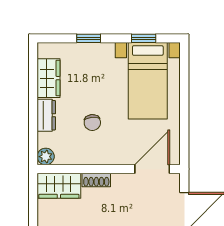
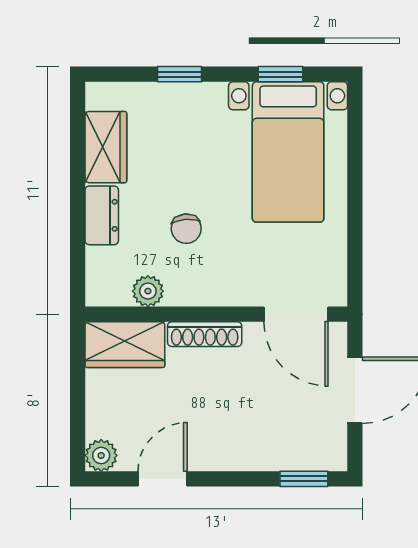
plant: (46, 157) -> (148, 291), moved
door: (152, 169) -> (296, 314), swing flipped
shoe rack: (96, 180) -> (205, 334), width x1.43

